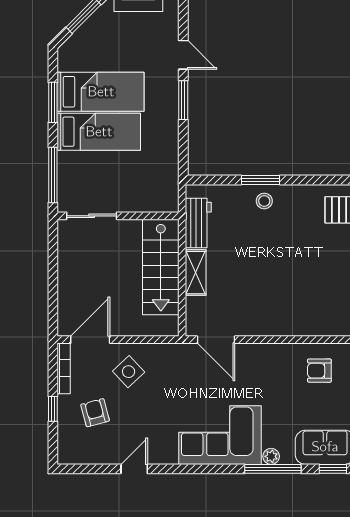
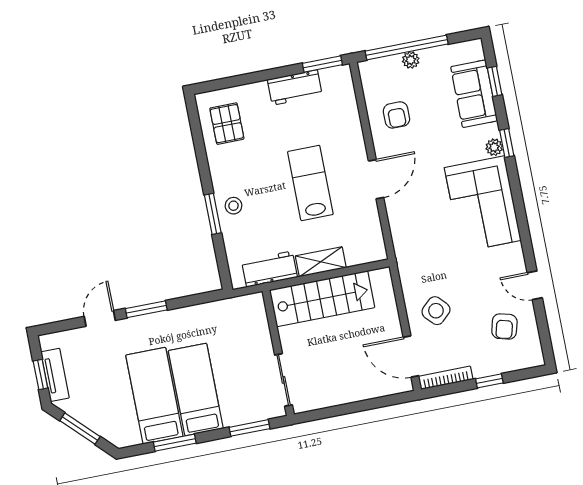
window: (53, 175) -> (249, 428), width x0.69
lab bench: (271, 277) -> (310, 183), added
door: (216, 340) -> (376, 179), moved
armchair: (95, 413) -> (504, 326), moved, turned -60
window: (273, 469) -> (507, 143), width x0.46

